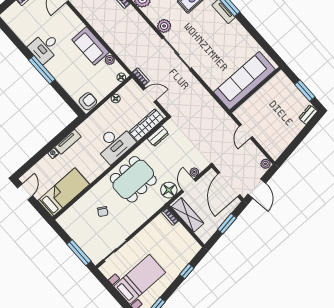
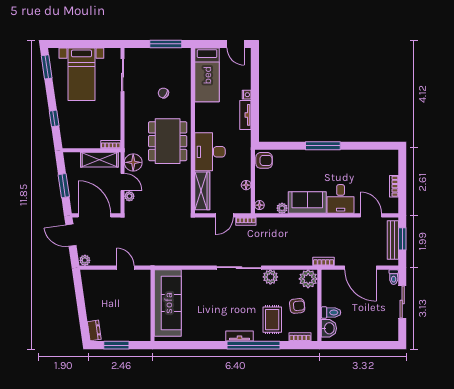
desk: (45, 47) -> (341, 199), moved, turned 180
armchair: (88, 101) -> (264, 160), turned -90
dresser: (158, 136) -> (185, 193), removed
window: (79, 253) -> (166, 44), moved

